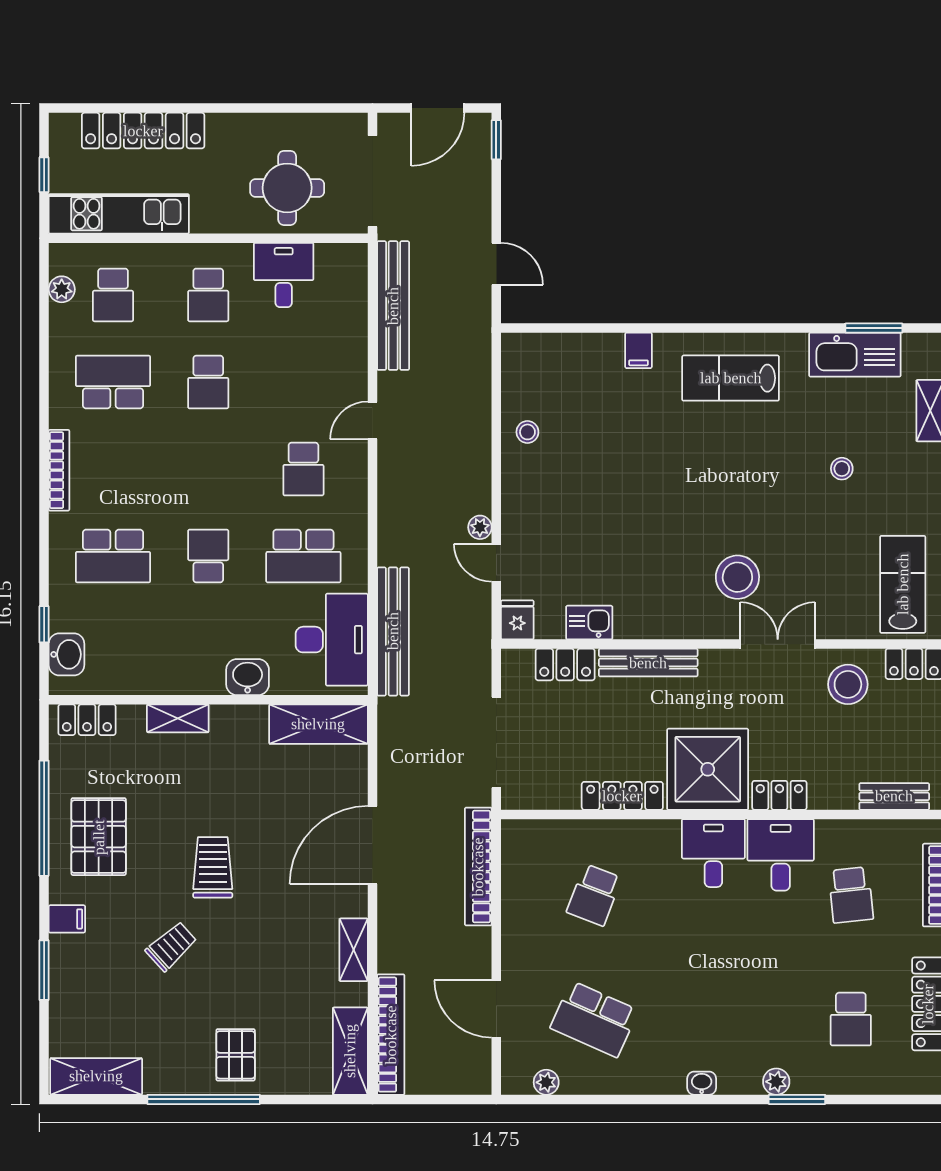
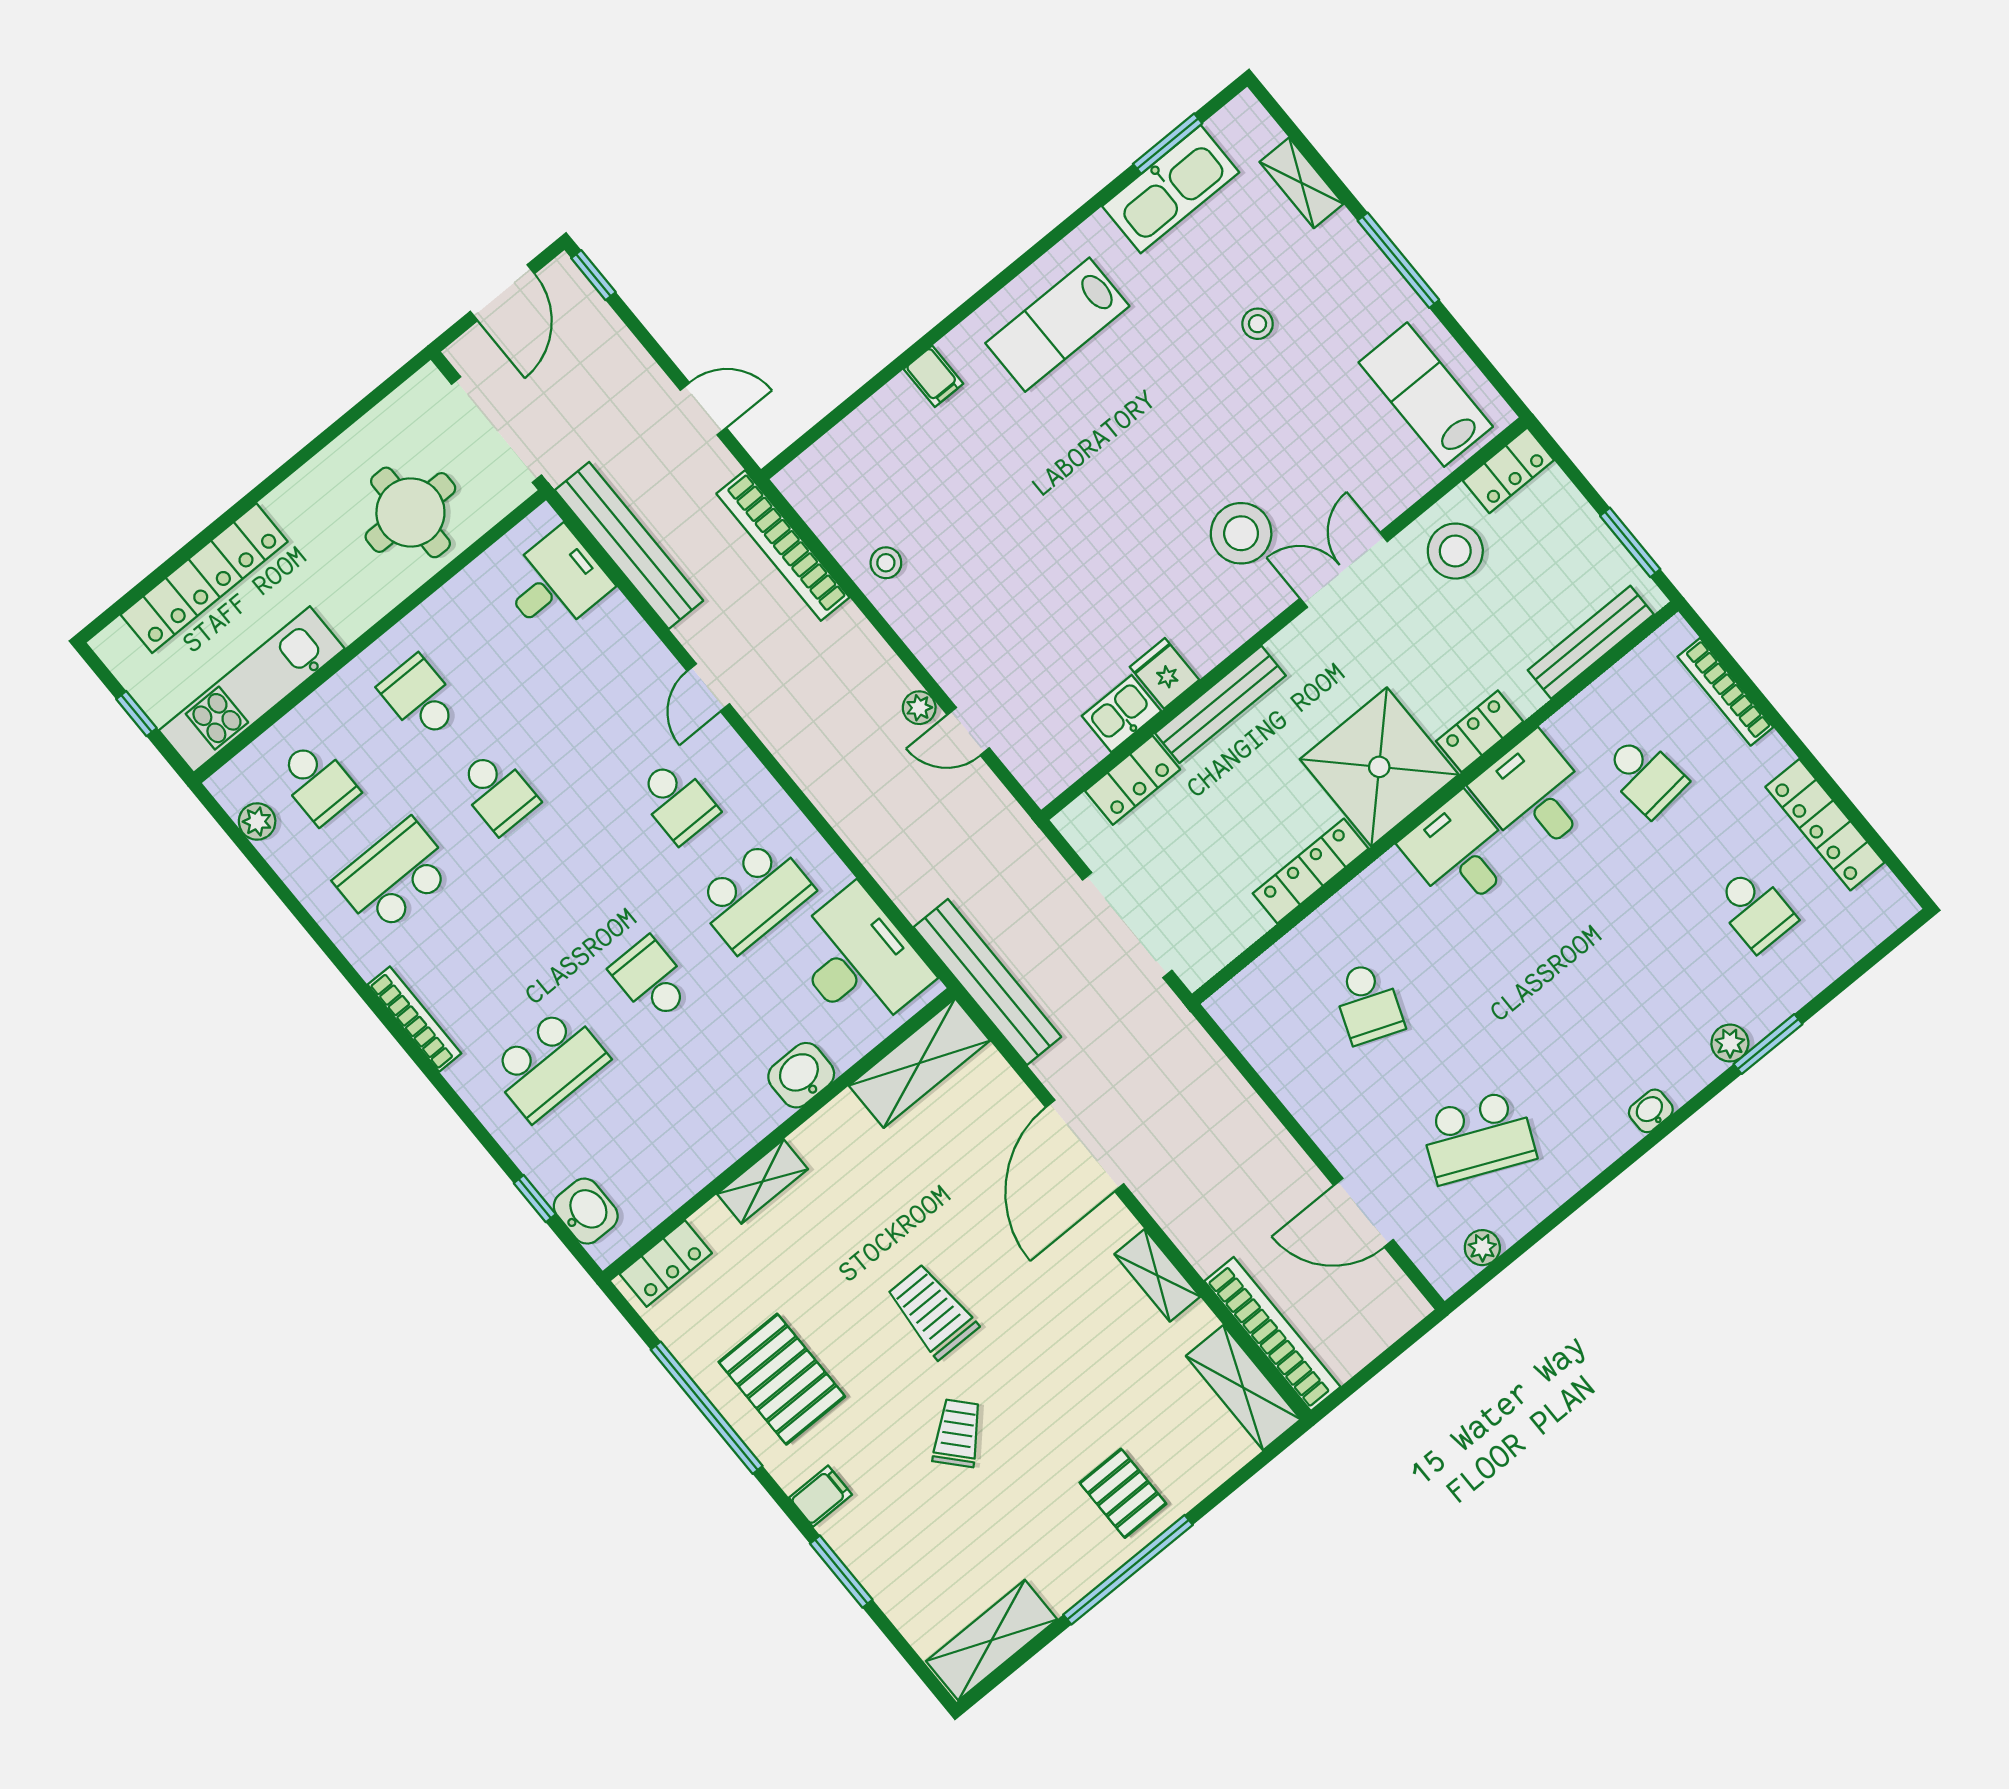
desk: (284, 275) -> (556, 583), moved, turned 90
school desk: (208, 295) -> (420, 698), turned 180
fridge: (517, 620) -> (1164, 673), moved
bench: (393, 631) -> (987, 982), moved
bench: (894, 796) -> (1591, 642), width x1.36
bookcase: (478, 867) -> (783, 546), moved

